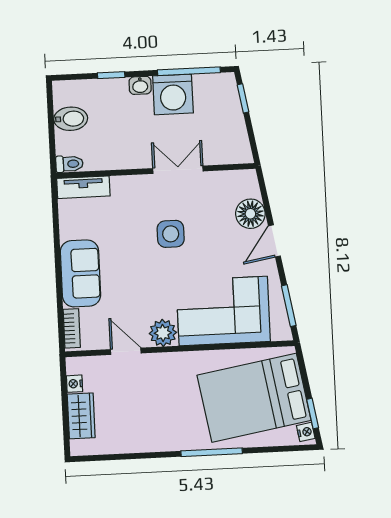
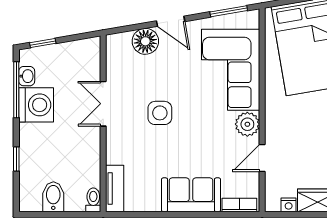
washbasin: (140, 85) -> (27, 76), moved

